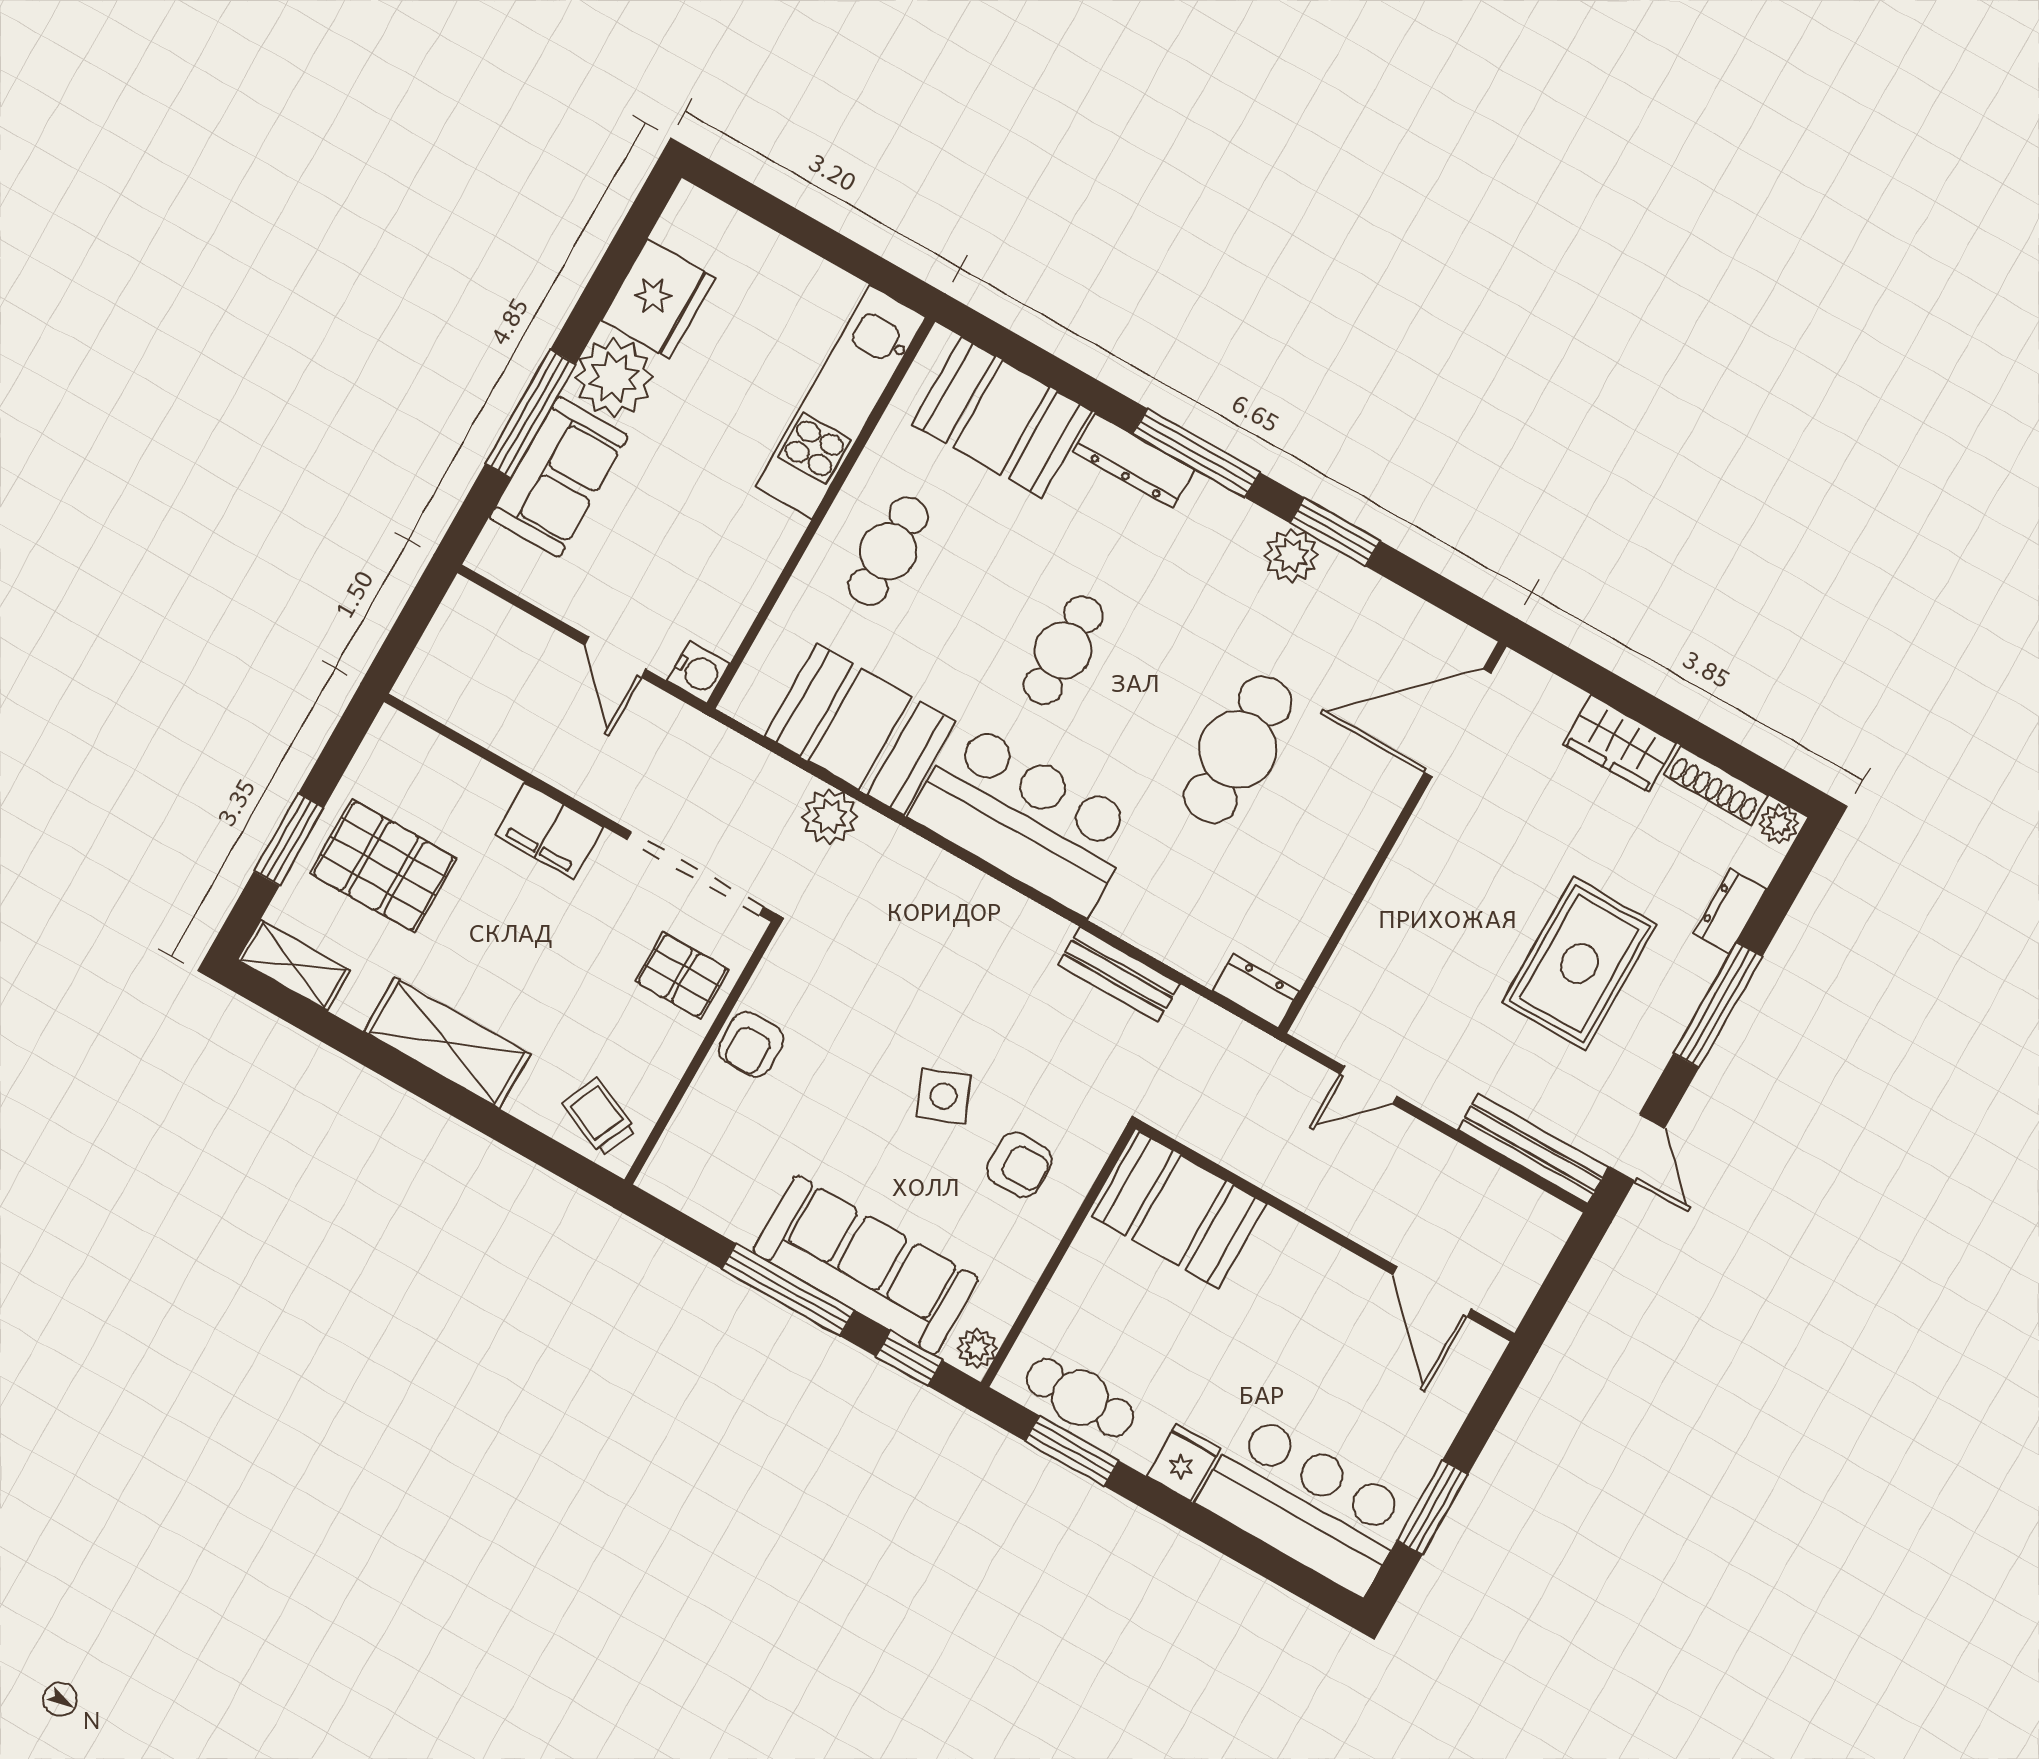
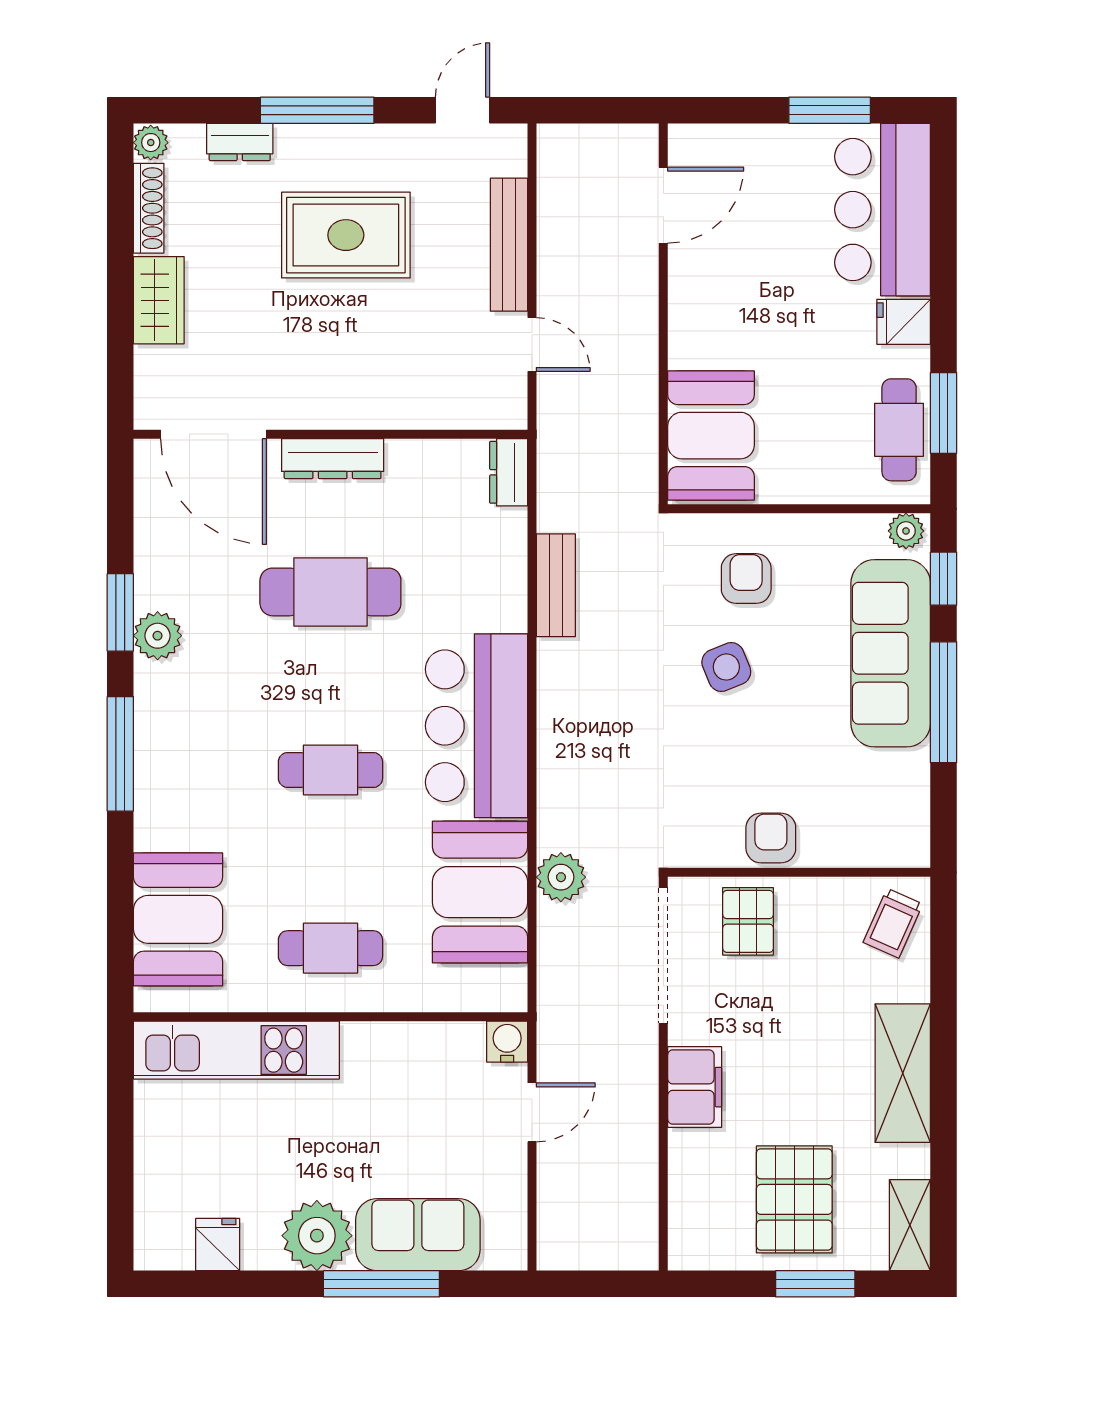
fridge: (658, 299) -> (218, 1245), width x0.53, depth x0.75
dresser: (1134, 461) -> (333, 459), moved, turned 90
armchair: (751, 1044) -> (771, 838), turned -90
bench: (1533, 1149) -> (509, 245), moved

